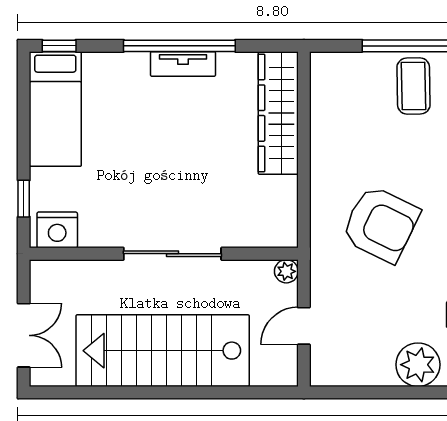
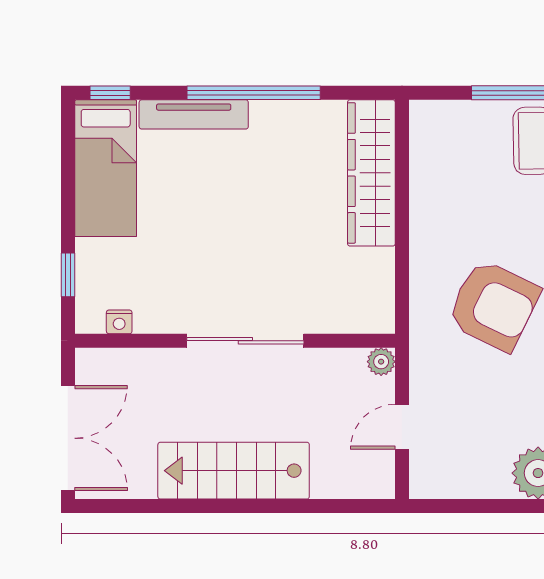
tv unit: (183, 64) -> (194, 114), moved, width x1.41
nightstand: (57, 230) -> (119, 322), width x0.53, depth x0.56
double door: (24, 335) -> (68, 438), width x1.37
stairs: (163, 351) -> (234, 471), width x0.73, depth x0.66

